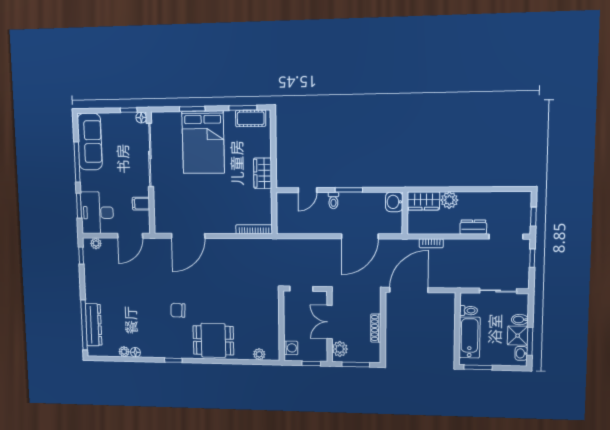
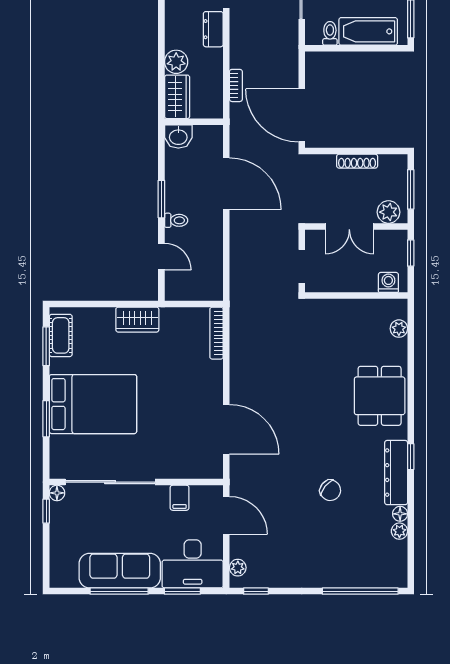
sofa: (90, 142) -> (120, 571), moved
chair: (178, 310) -> (330, 490), moved, turned -53
dresser: (94, 325) -> (396, 473), moved, turned -90

